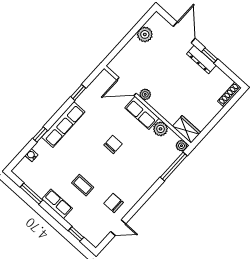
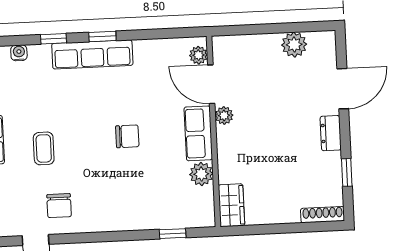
window: (210, 55) -> (347, 172), moved
dresser: (201, 60) -> (331, 133), width x0.70
window: (78, 92) -> (102, 36), moved
plant: (181, 146) -> (198, 55), moved
window: (174, 166) -> (173, 234), width x0.46
chair: (114, 203) -> (59, 206), turned 180

